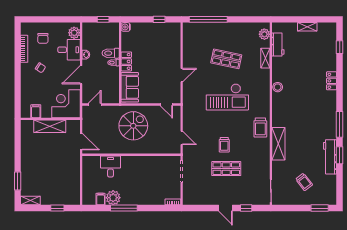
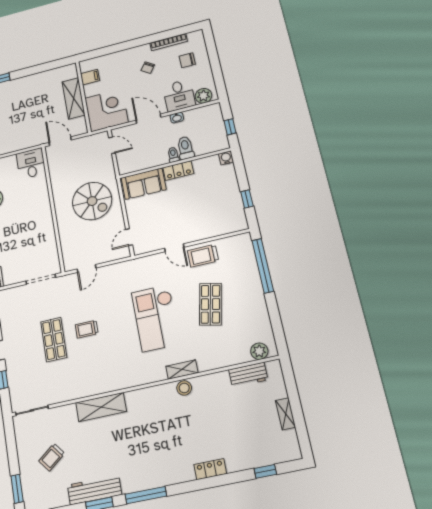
shelving: (265, 58) -> (182, 369), moved
trolley: (260, 128) -> (203, 256), moved
door: (81, 141) -> (60, 141), swing flipped
desk: (110, 166) -> (31, 163), moved, turned -90

